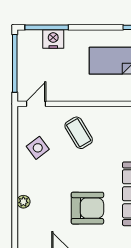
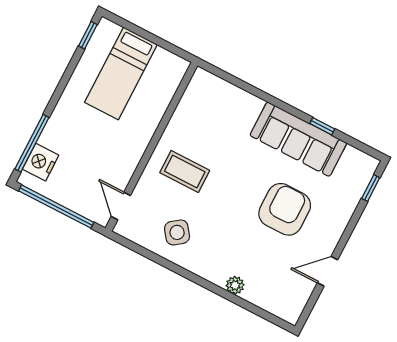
nightstand: (53, 39) -> (41, 162), moved
coffee table: (79, 133) -> (185, 171), turned 31

